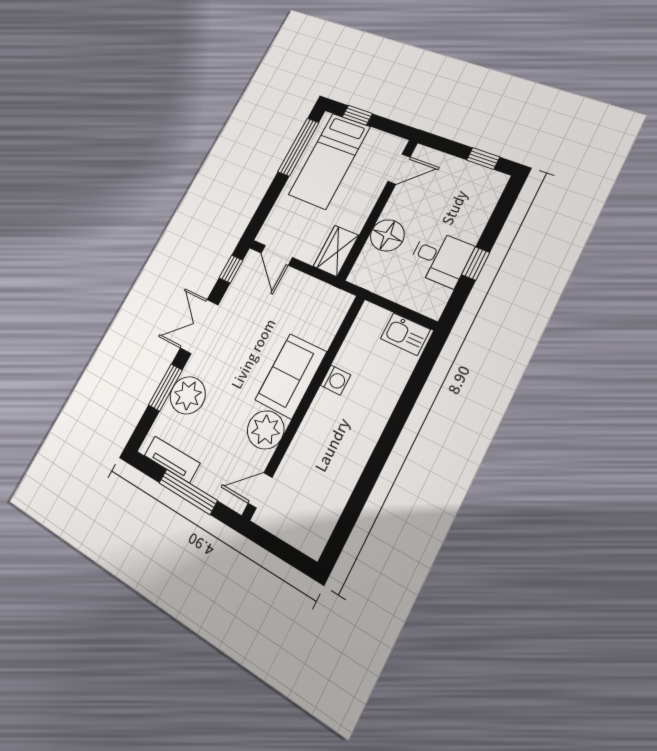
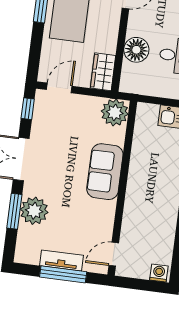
door: (277, 255) -> (59, 88), swing flipped
washing machine: (336, 380) -> (159, 273), moved, turned -90
plant: (266, 430) -> (115, 113), moved
tv unit: (172, 459) -> (61, 260), moved

